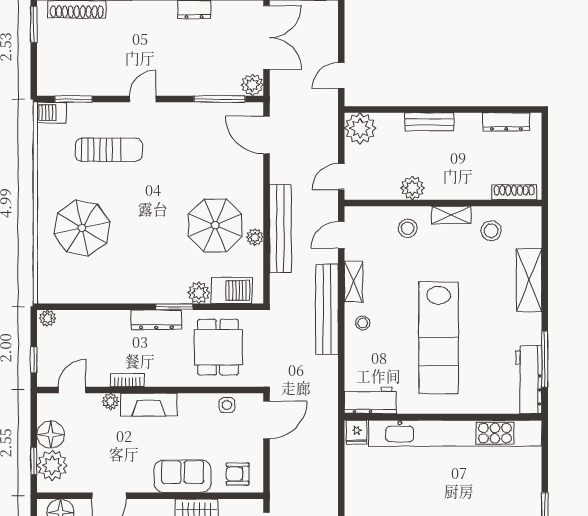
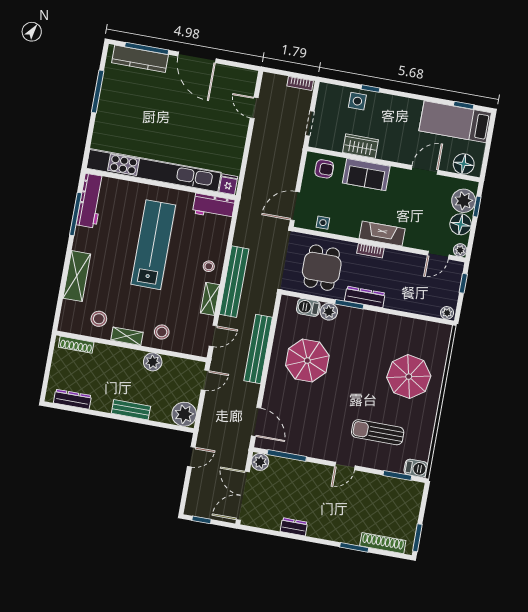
plant: (255, 237) -> (279, 346), removed
barbecue: (232, 291) -> (308, 307), width x0.73, depth x0.79
bookcase: (127, 380) -> (370, 251), moved
plant: (110, 401) -> (460, 250), moved

